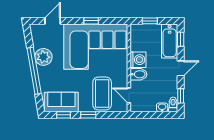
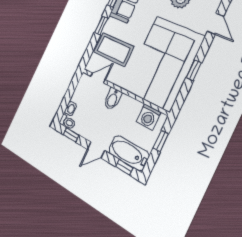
washing machine: (138, 60) -> (149, 117), moved
door: (181, 68) -> (96, 150), hinge flipped

